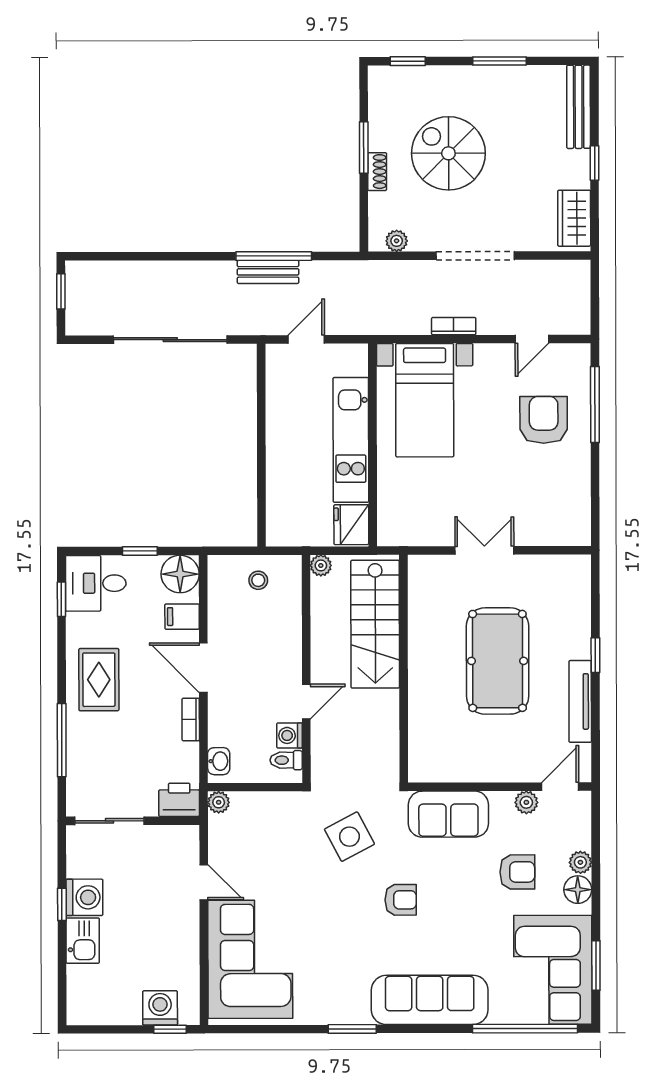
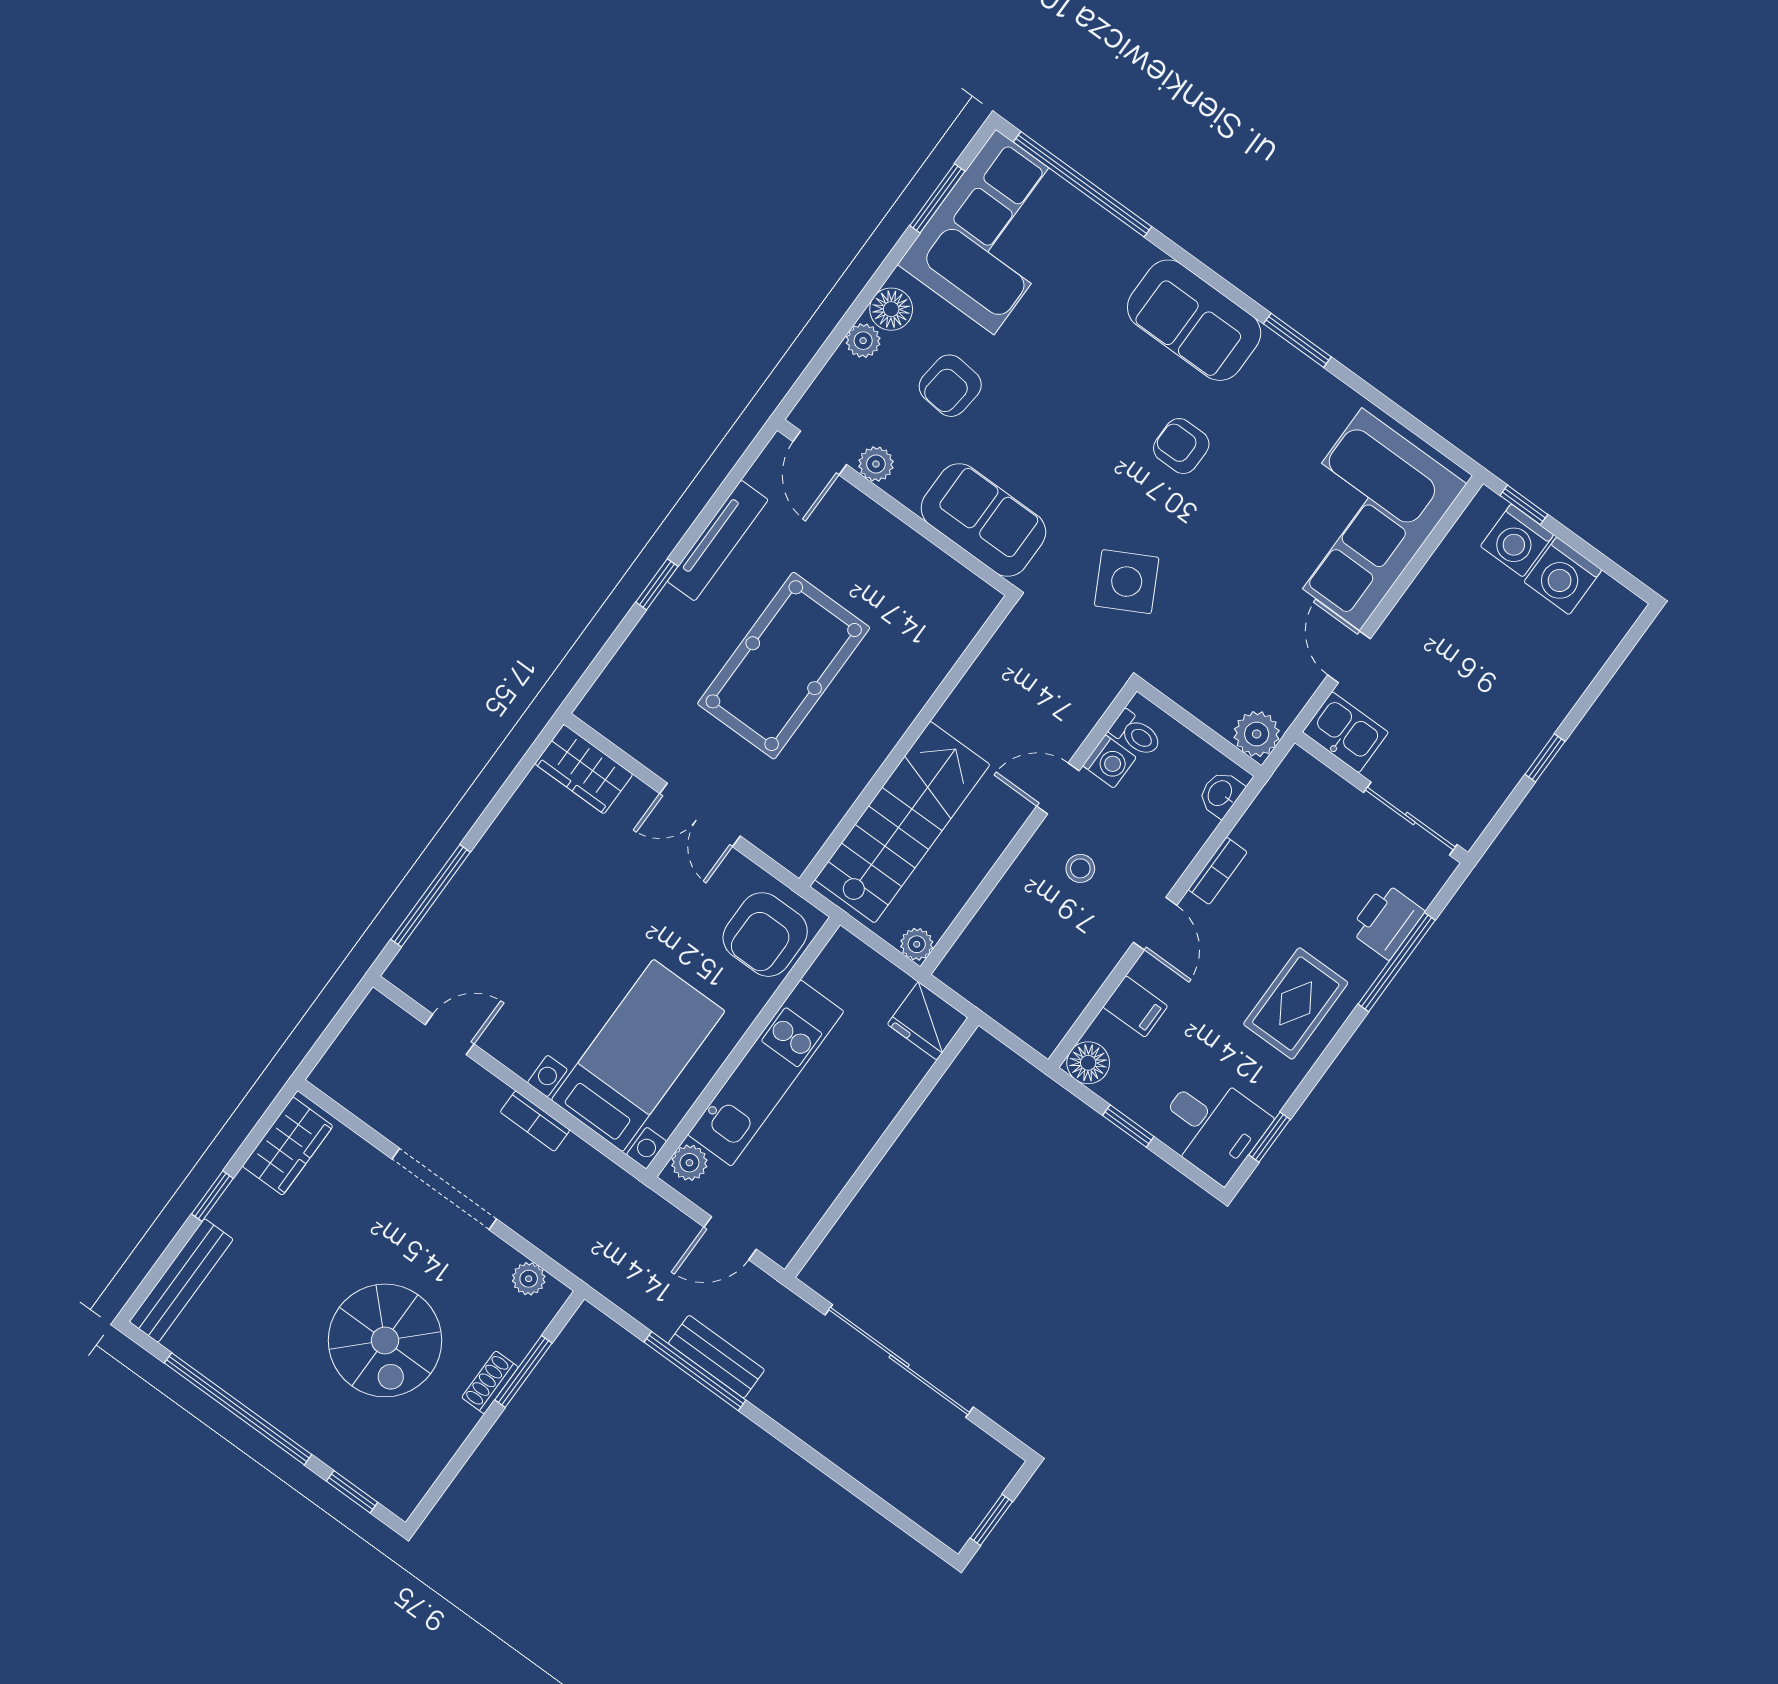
window: (500, 61) -> (238, 1409), width x2.11
window: (364, 148) -> (523, 1372), moved
plant: (357, 363) -> (689, 1163), added
armchair: (544, 420) -> (765, 935), moved
fridge: (351, 525) -> (928, 1021), moved, turned 90
wardrobe: (563, 530) -> (584, 769), added
floor lamp: (180, 574) -> (1088, 1063), width x0.73, depth x0.73
stool: (258, 580) -> (1080, 868), moved
door: (203, 668) -> (1155, 924), width x0.73
door: (560, 787) -> (820, 453), hinge flipped
printer: (179, 800) -> (1387, 921), moved, turned 90
plant: (219, 802) -> (1257, 734), width x1.38, depth x1.38
armchair: (517, 872) -> (950, 386), turned -84
washing machine: (84, 897) -> (1563, 576), moved, turned -90
armchair: (401, 900) -> (1181, 446), moved
kitchen sink: (83, 941) -> (1345, 732), moved, turned 90
sofa: (430, 1000) -> (1194, 320), width x0.73

